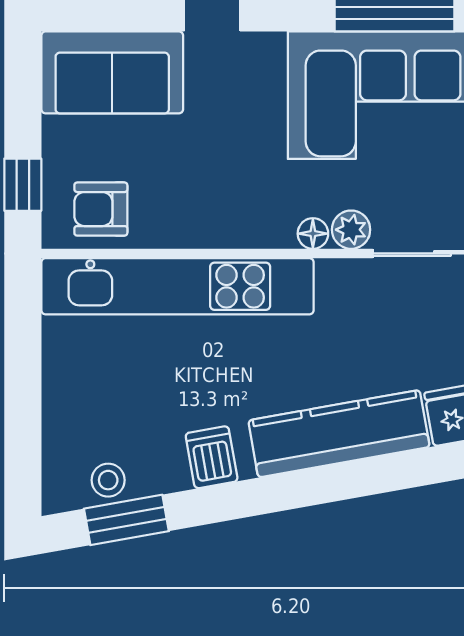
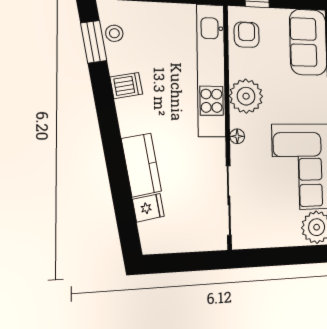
plant: (351, 230) -> (246, 96), moved, width x1.87, depth x1.87
kitchen counter: (339, 434) -> (141, 165), width x0.67

